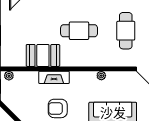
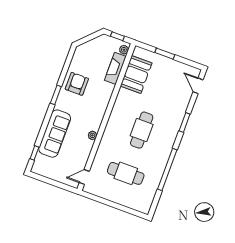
booth: (43, 55) -> (136, 74), moved
fireplace: (54, 77) -> (115, 68), moved

